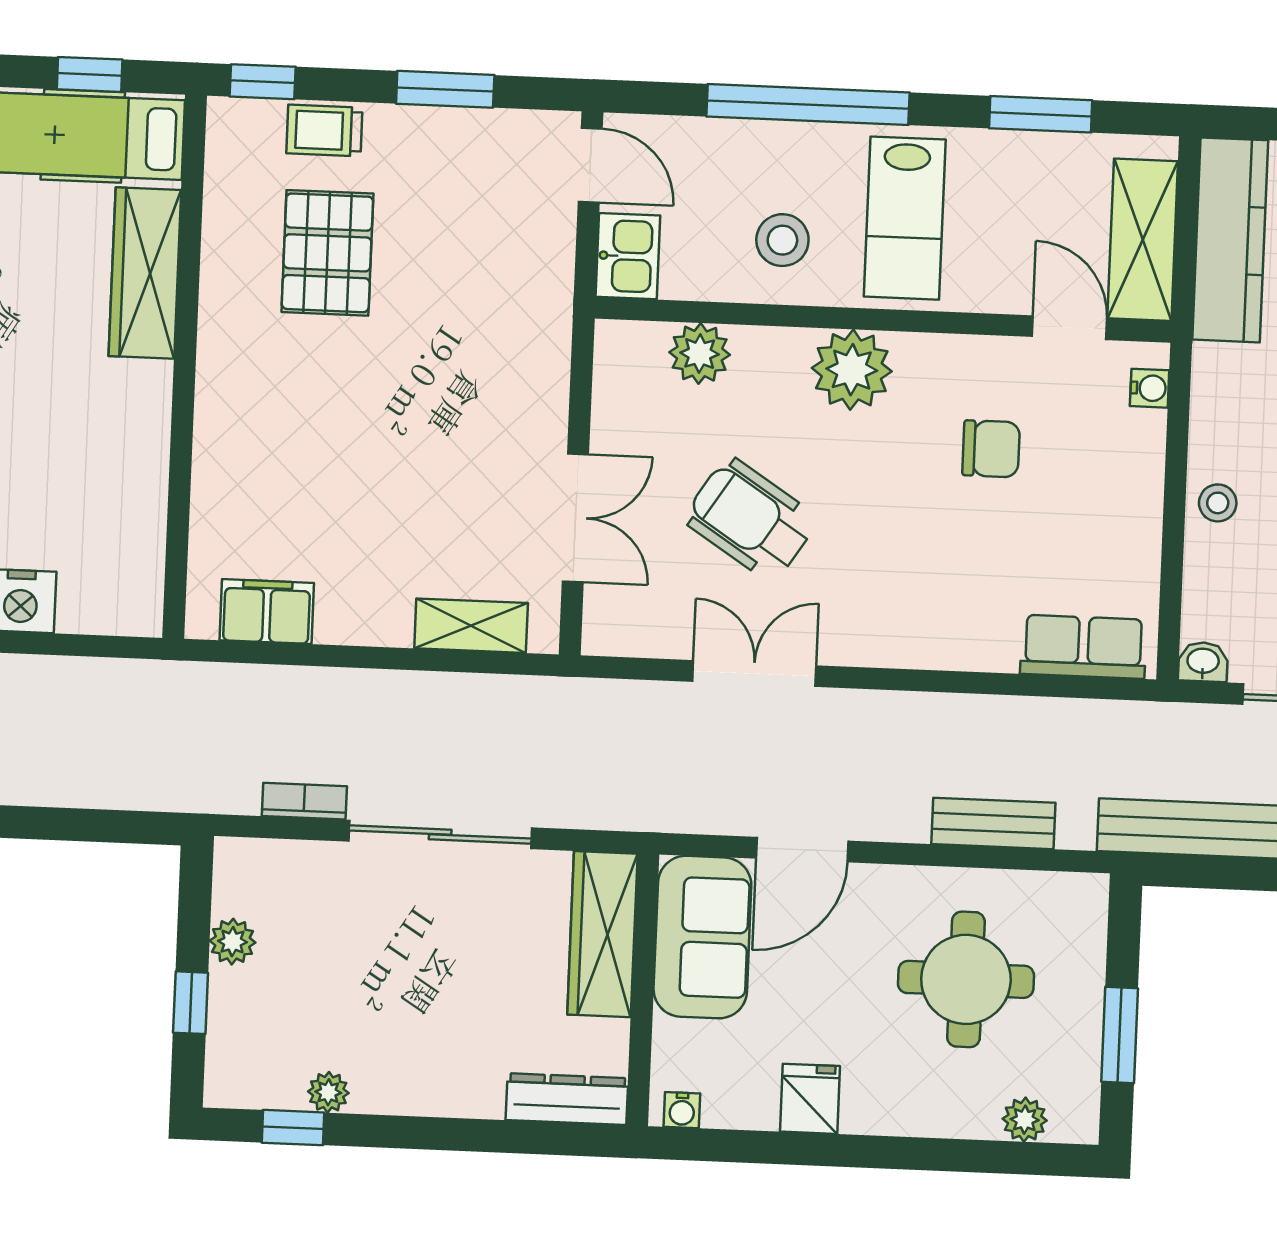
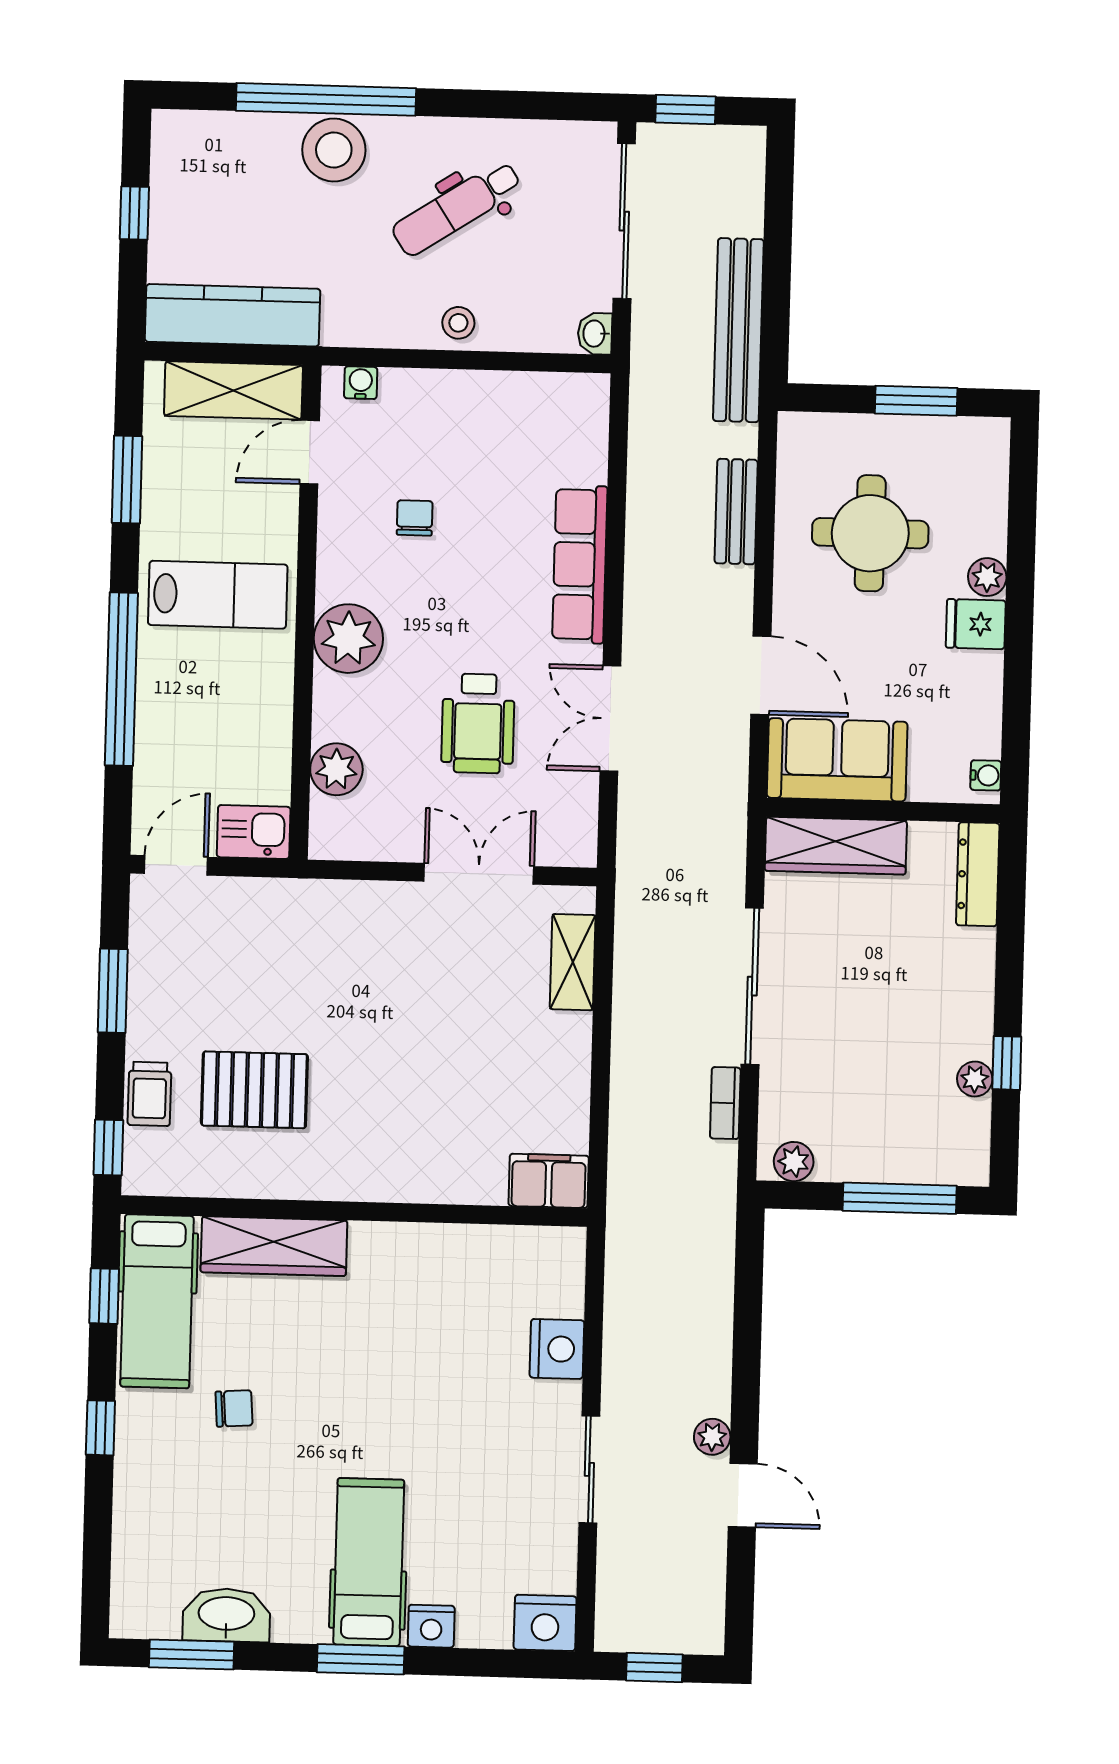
stool: (782, 240) -> (238, 700), removed
chair: (991, 449) -> (415, 518), width x0.73, depth x0.73
wheelchair: (751, 519) -> (478, 723), turned -33
filing cabinet: (267, 612) -> (549, 1181), moved, turned 90
row of seats: (1083, 647) -> (580, 564), moved, width x1.48
plant: (232, 942) -> (794, 1162), moved
window: (191, 1003) -> (900, 1198), width x2.17
fridge: (810, 1099) -> (976, 624), moved
plant: (1025, 1120) -> (987, 577), moved
window: (293, 1128) -> (1007, 1063), moved

